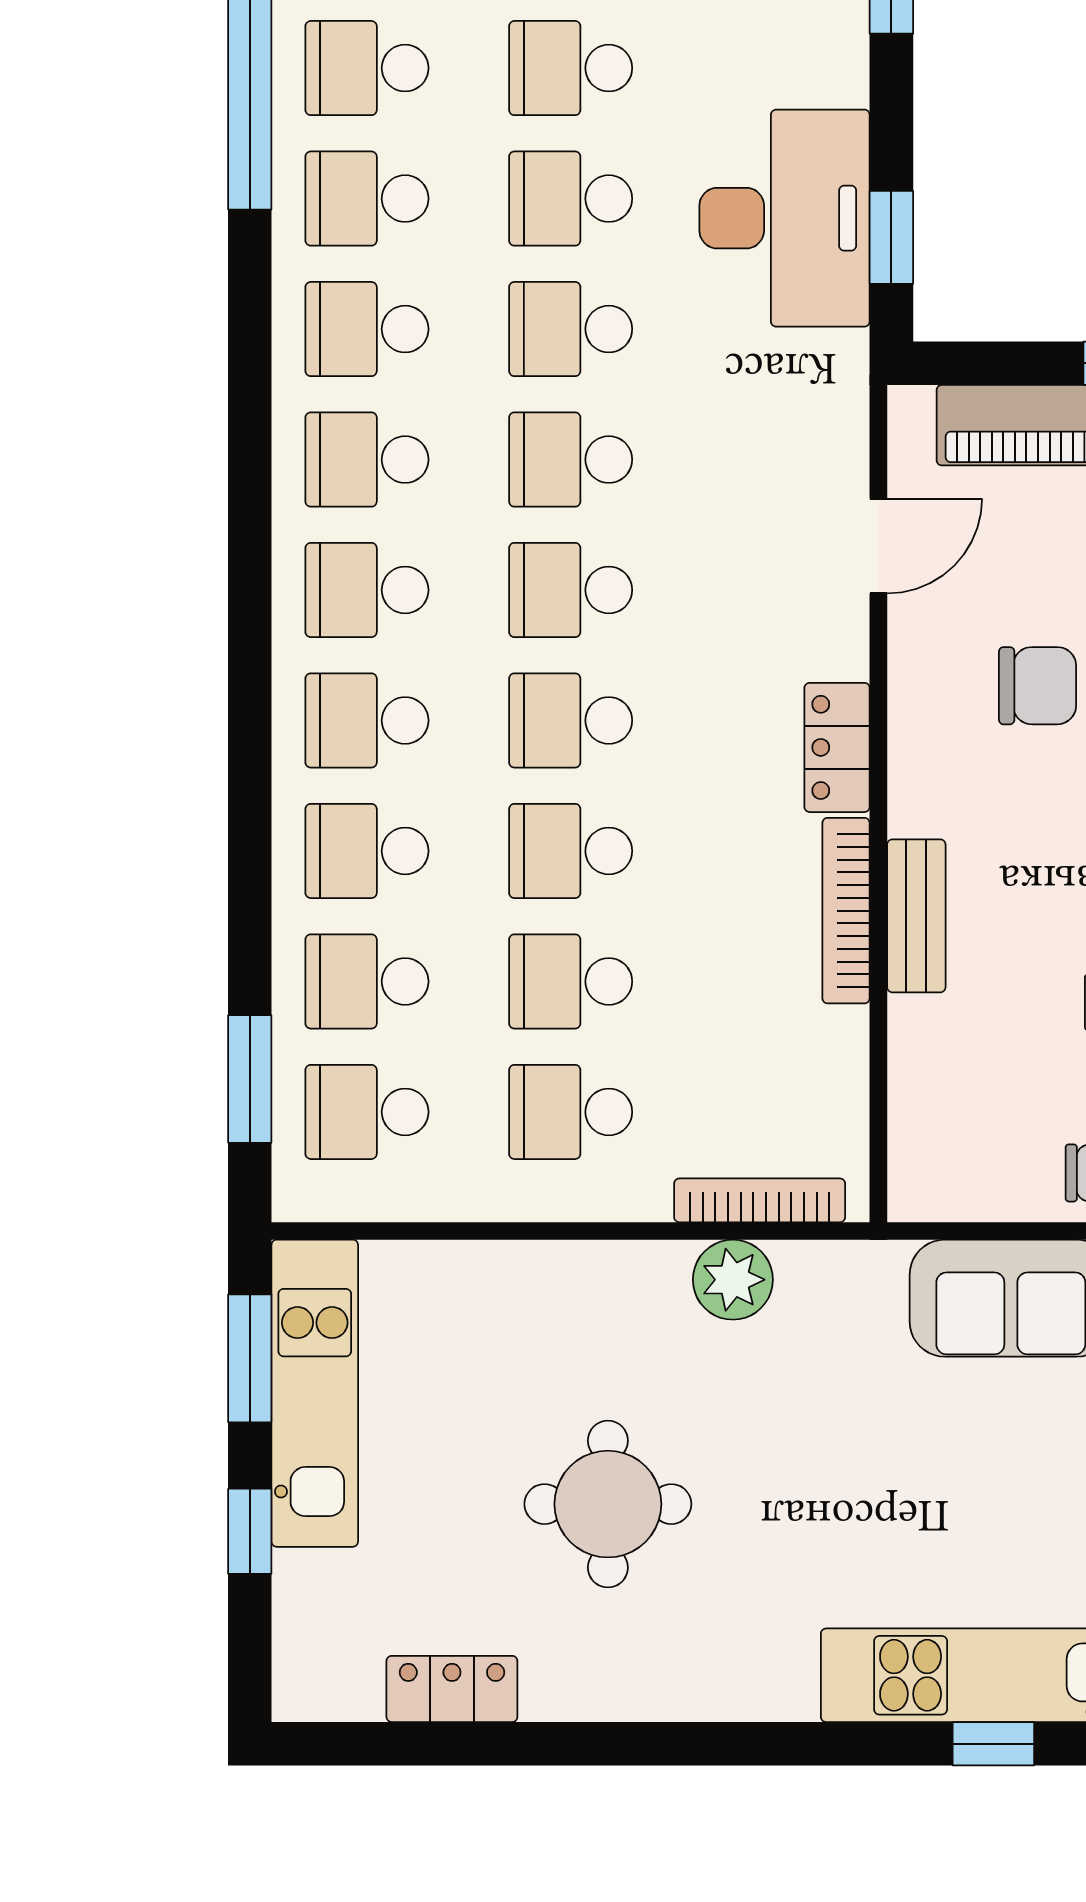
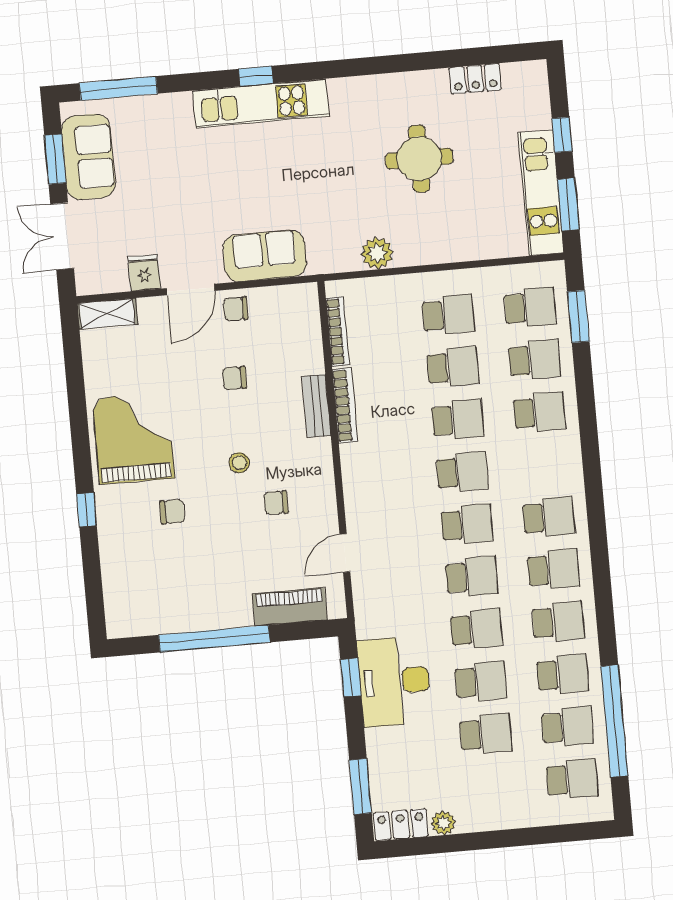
chair: (1038, 686) -> (276, 503), width x0.73, depth x0.73
school desk: (367, 720) -> (544, 465), removed
locker: (837, 747) -> (354, 471), removed
bookcase: (760, 1200) -> (337, 332), moved, turned -90

